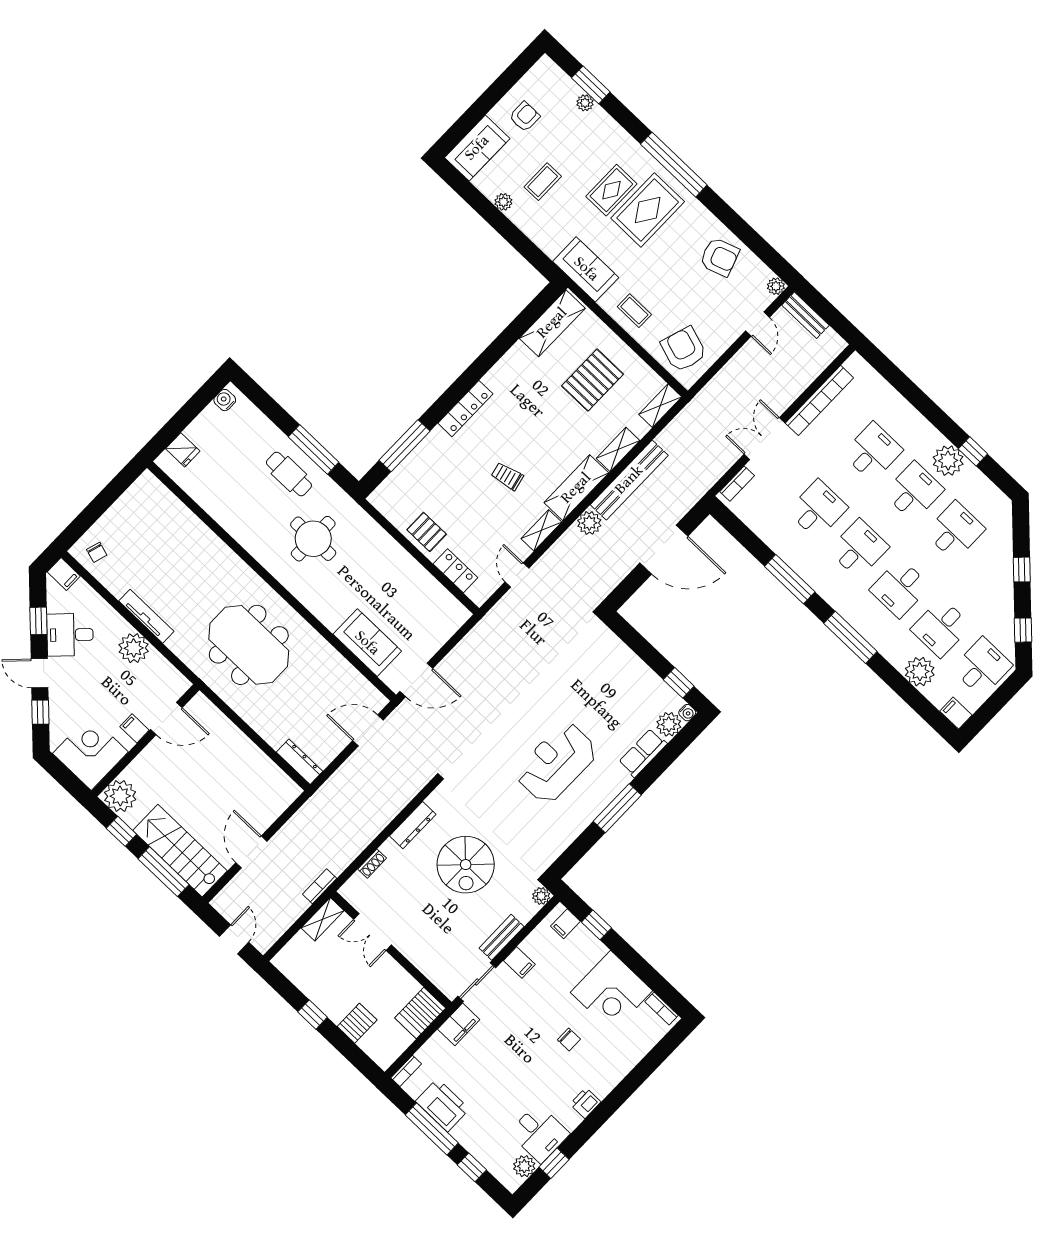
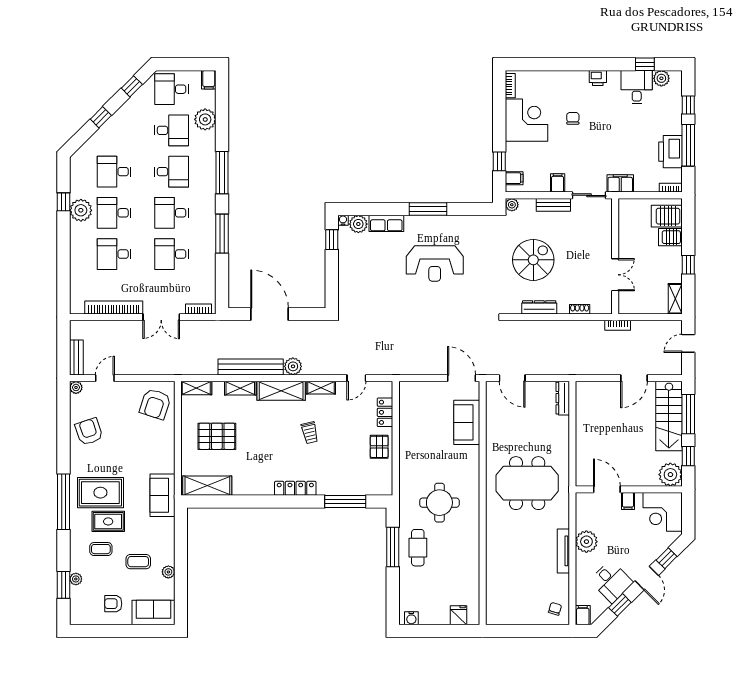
coffee table: (634, 311) -> (101, 549), moved, turned 90
meeting table: (249, 645) -> (527, 483), turned 90
shelving: (323, 919) -> (675, 299), moved, turned 90
server rack: (420, 1013) -> (667, 216), moved, turned 180

